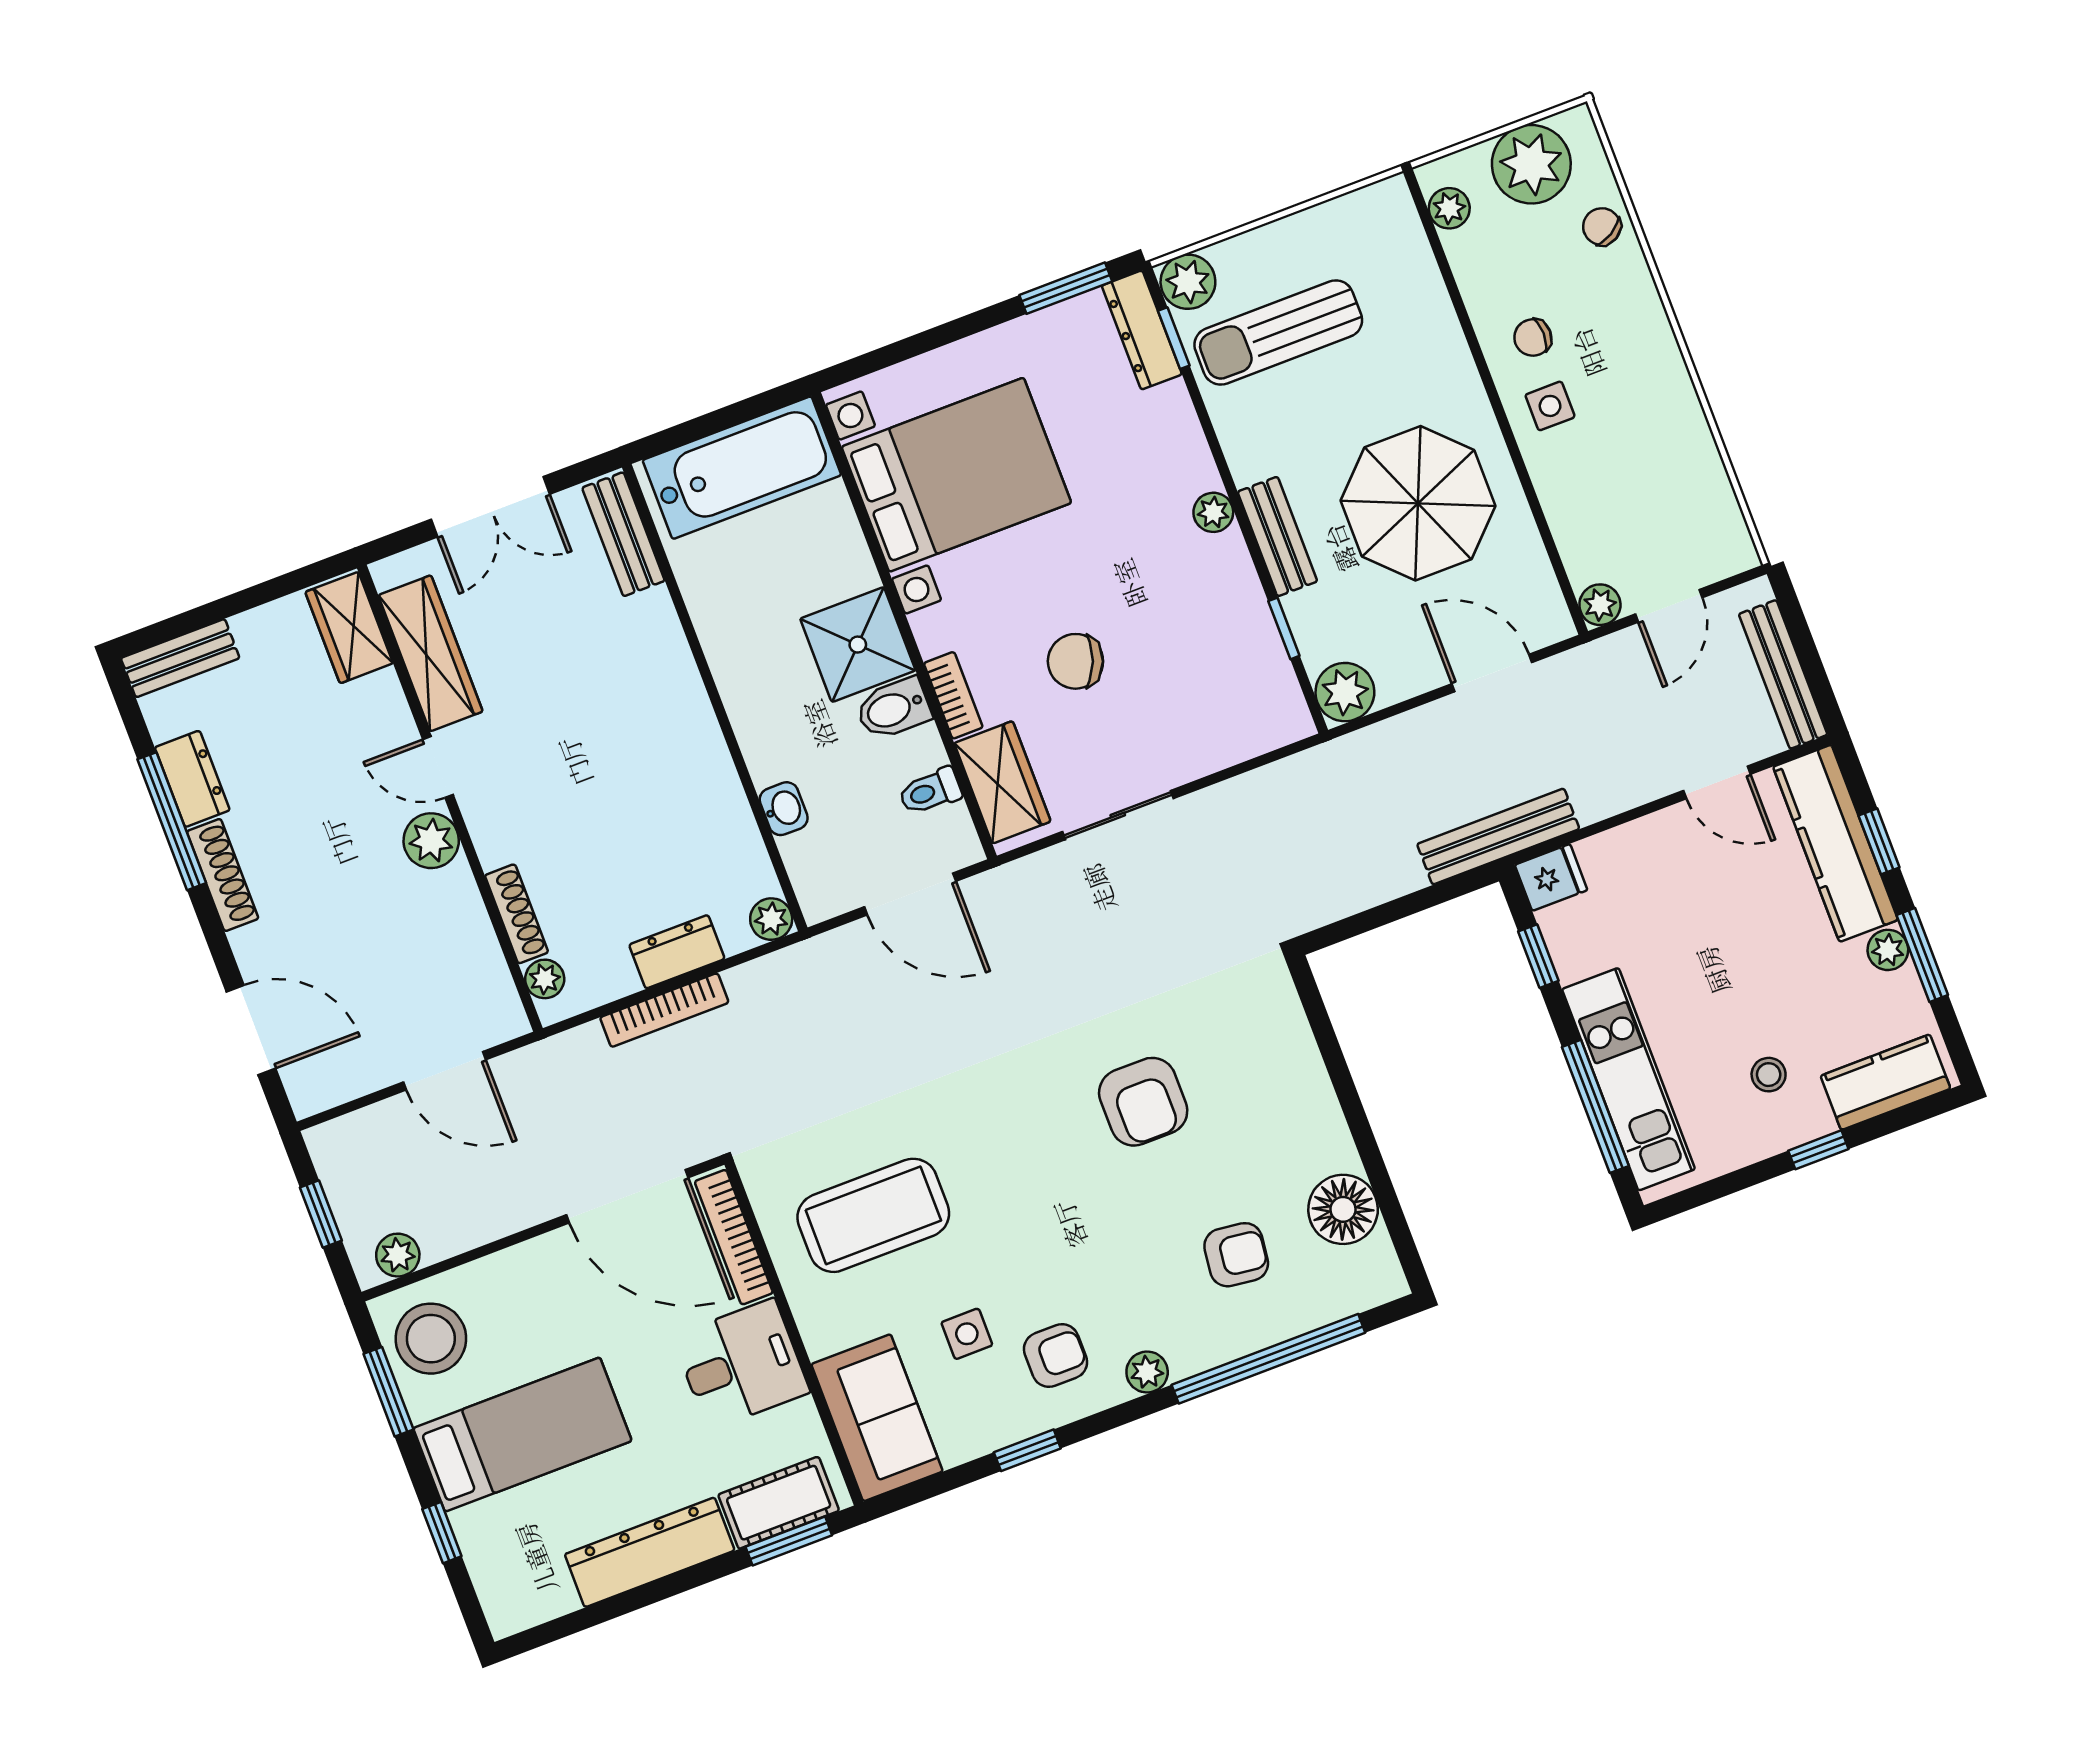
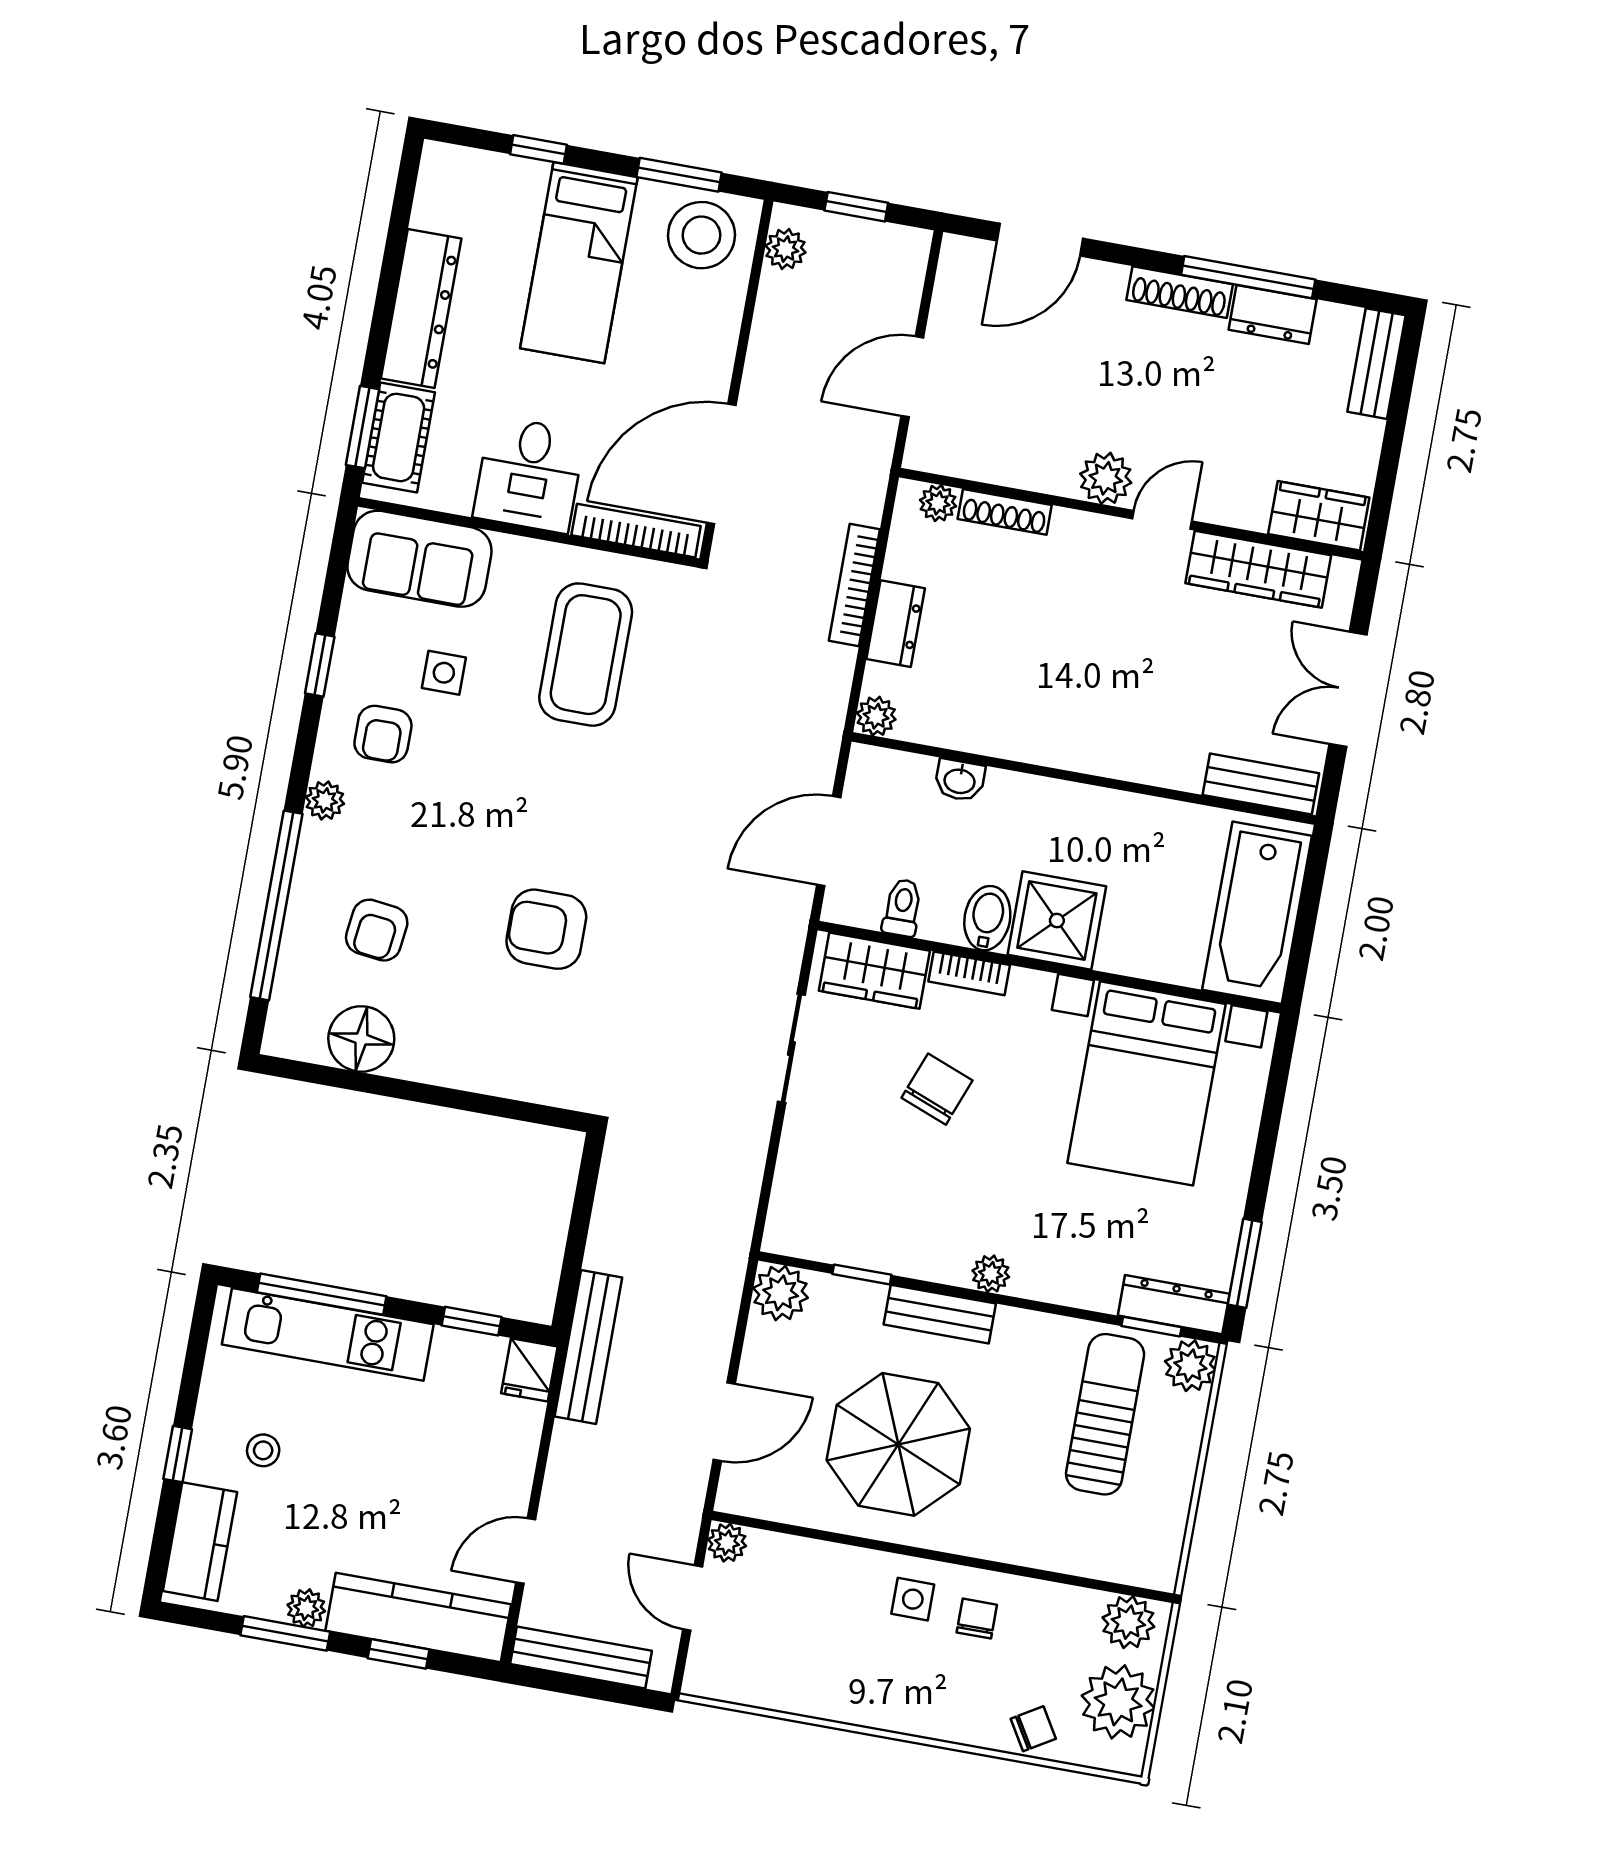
plant: (1449, 208) -> (1128, 1622), width x1.38, depth x1.38

